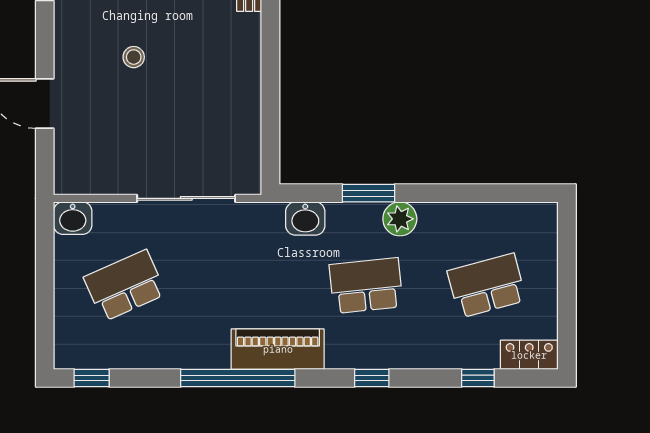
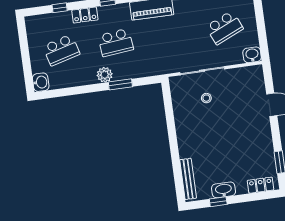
stool: (134, 57) -> (206, 98), moved
washbasin: (305, 219) -> (41, 82), moved, turned 90
locker: (529, 355) -> (85, 15), moved

